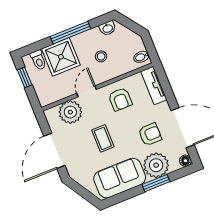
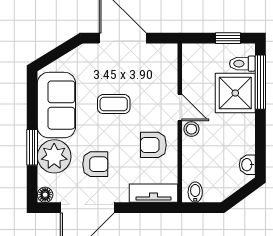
window: (70, 33) -> (260, 82), moved
stool: (101, 56) -> (191, 129), moved
plant: (70, 112) -> (162, 77), removed
armchair: (150, 134) -> (95, 164), turned -90

